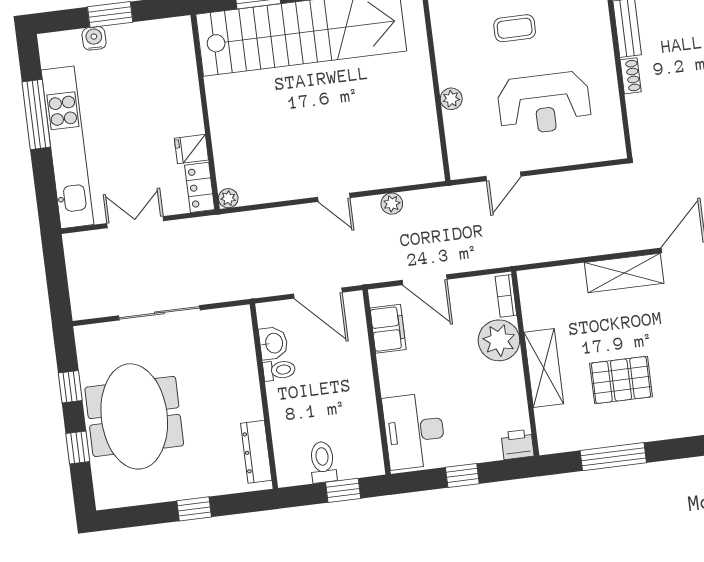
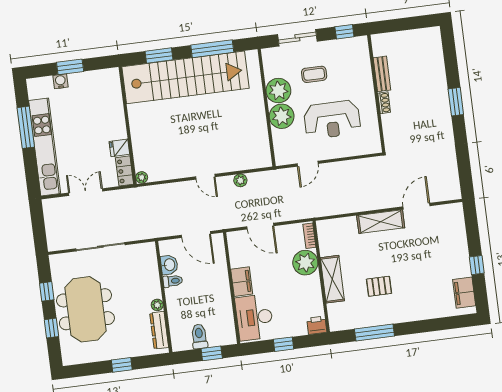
plant: (455, 55) -> (278, 91), added
plant: (451, 99) -> (282, 116), width x1.87, depth x1.87
filing cabinet: (388, 329) -> (242, 282), moved
pallet: (621, 380) -> (379, 286), width x0.67, depth x0.71
plant: (253, 410) -> (157, 305), added

